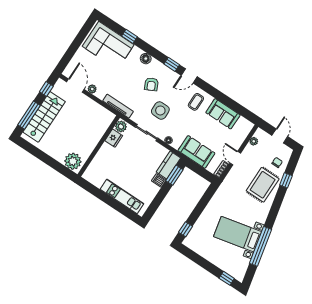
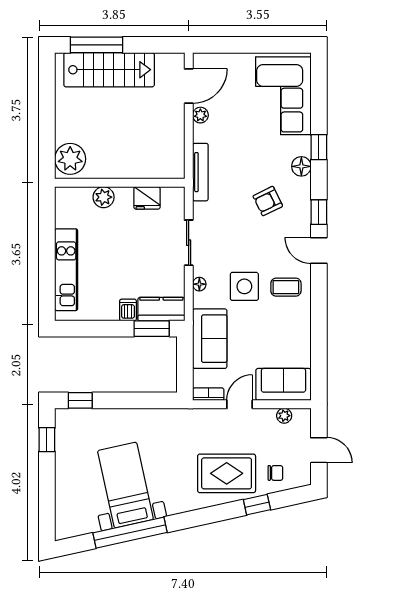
window: (129, 36) -> (319, 147), moved
window: (46, 89) -> (154, 45), removed
side table: (160, 111) -> (244, 286), moved
sofa: (223, 114) -> (283, 384), moved, turned 90
plant: (121, 126) -> (104, 197), moved
door: (280, 136) -> (319, 450), hinge flipped
window: (227, 278) -> (47, 440), moved

